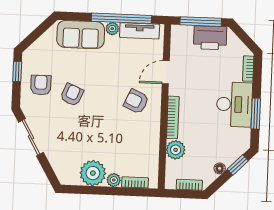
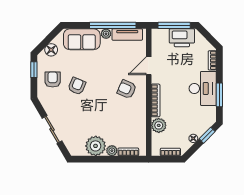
floor lamp: (41, 47) -> (51, 50), added
sliding door: (31, 137) -> (52, 129), moved

